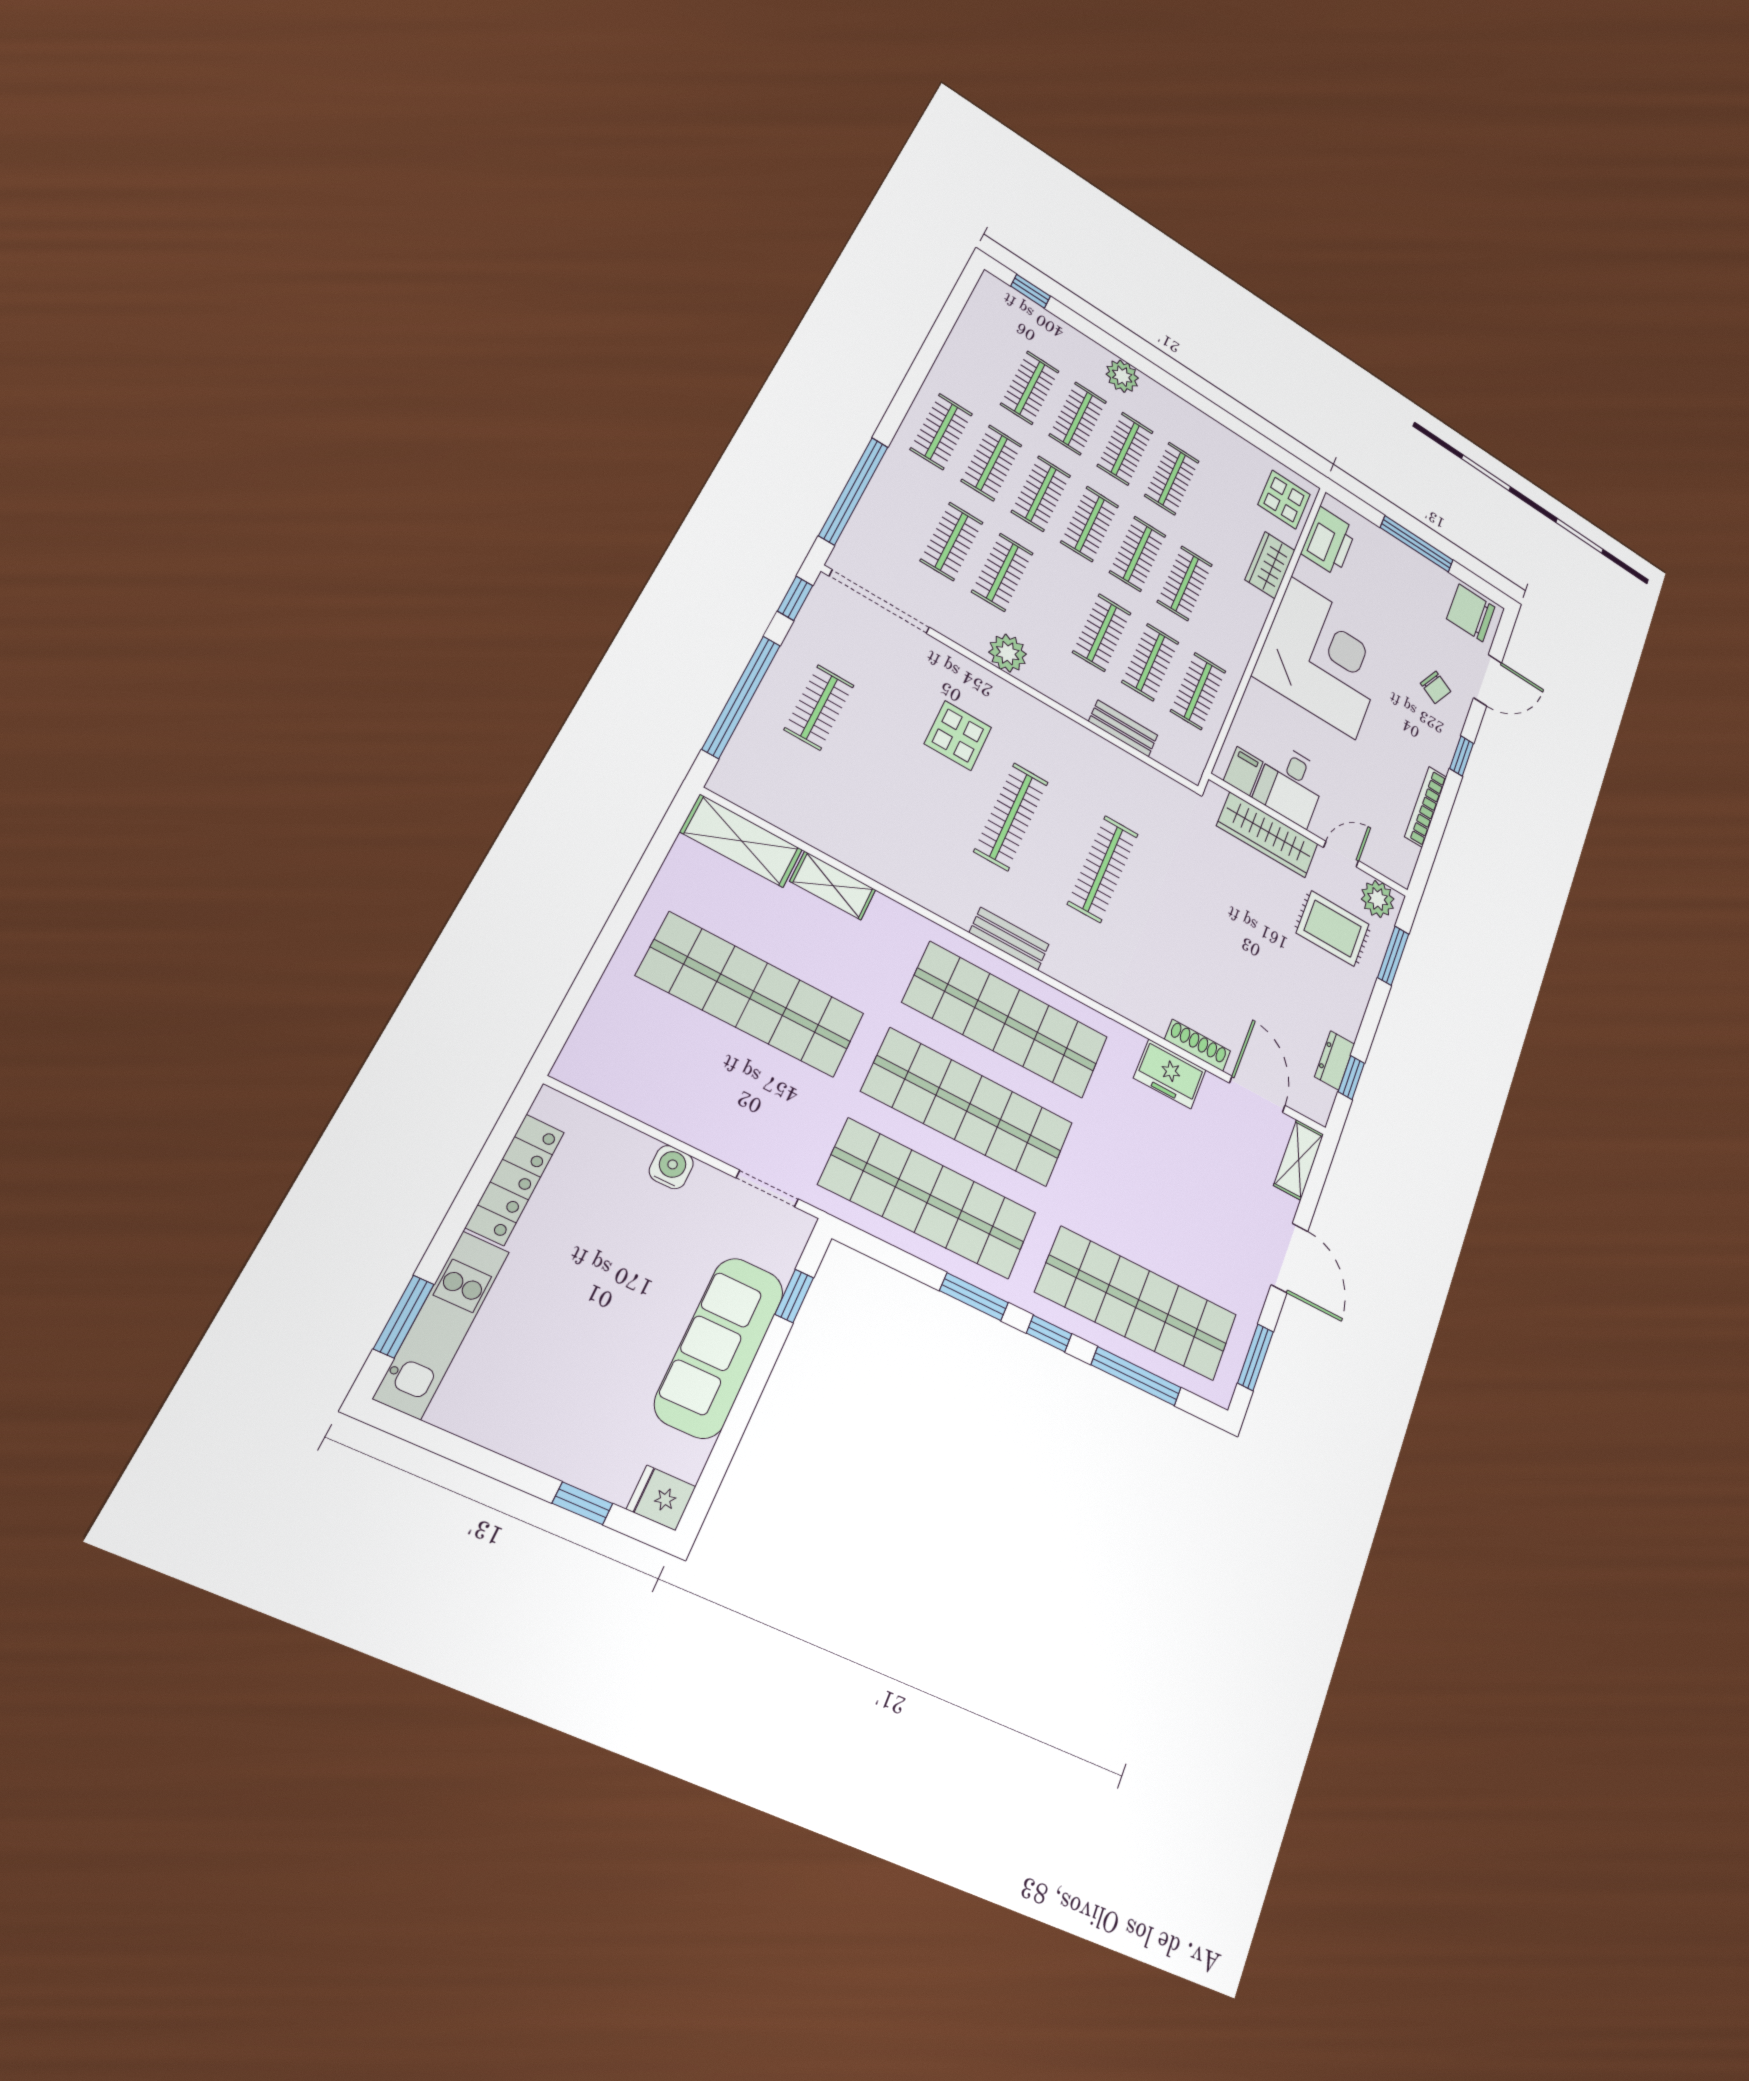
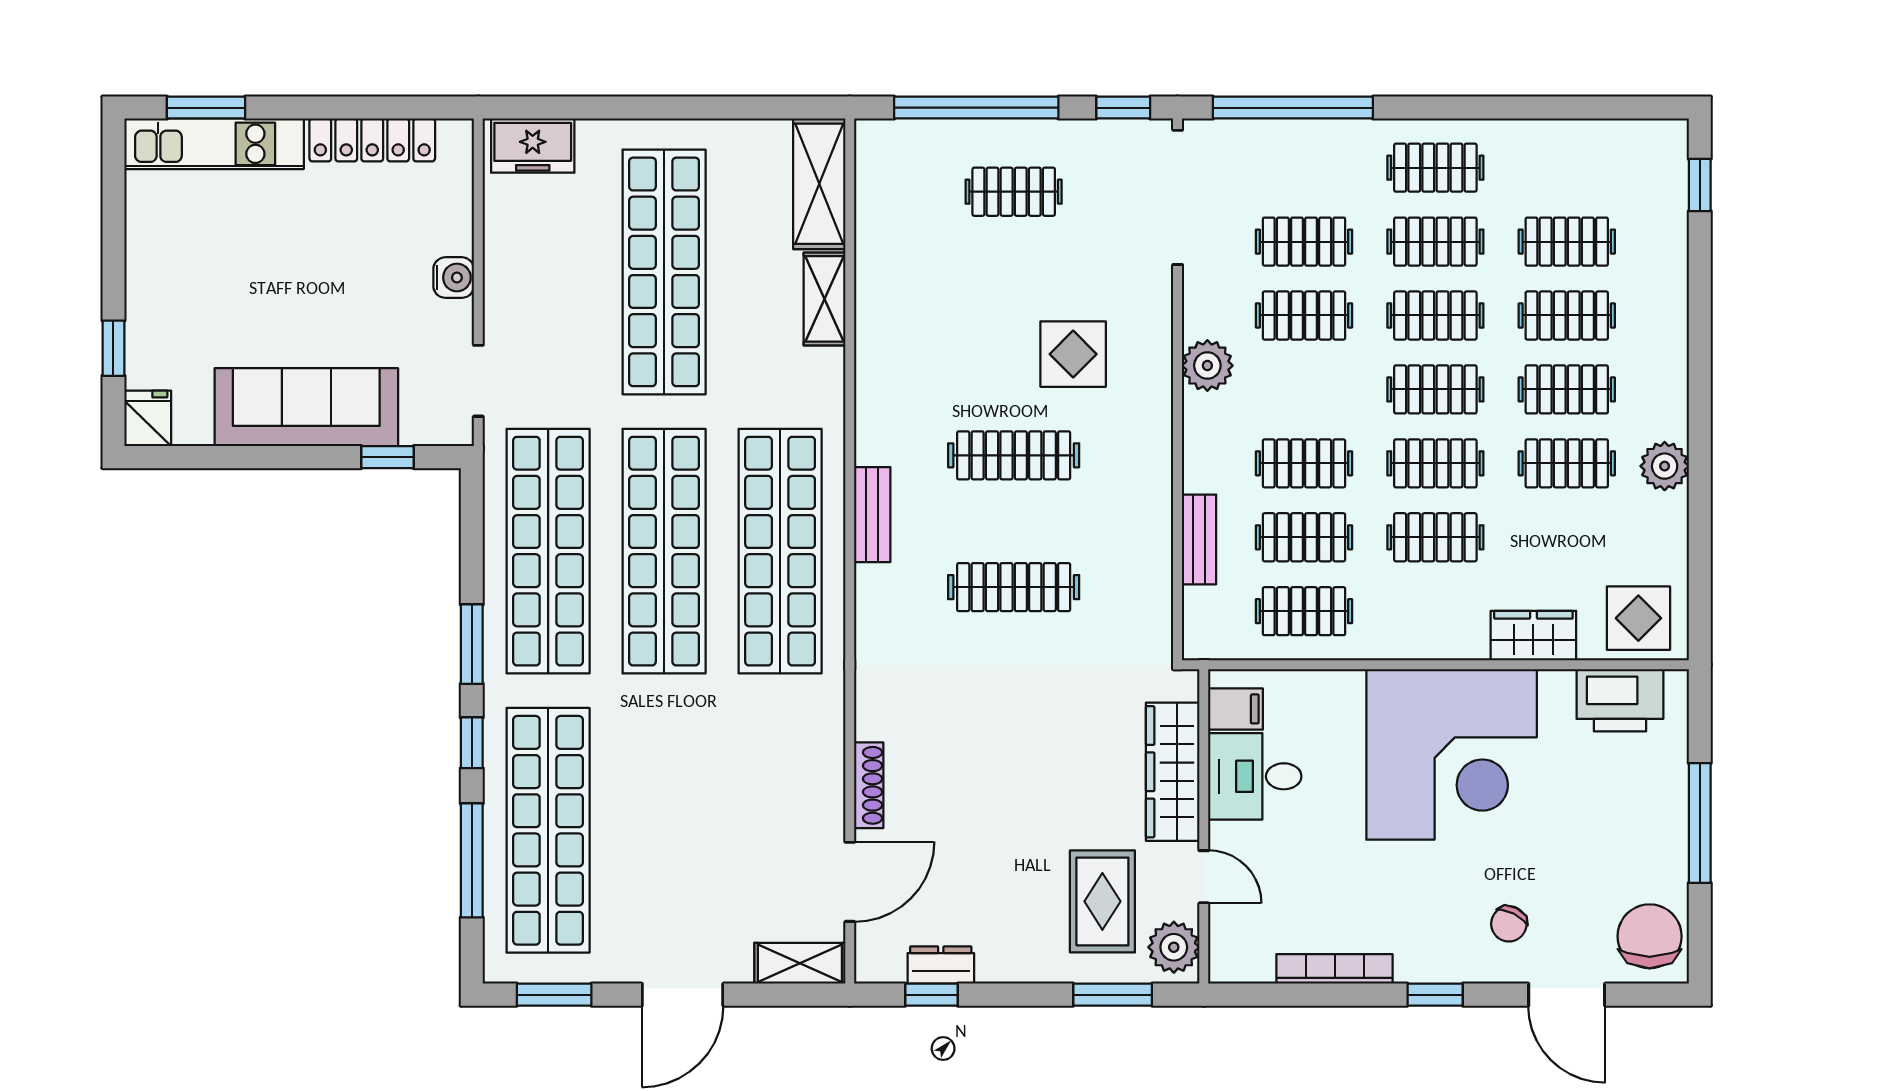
plant: (1122, 376) -> (1665, 466), moved
freezer: (1170, 1074) -> (533, 146), moved, turned -90

